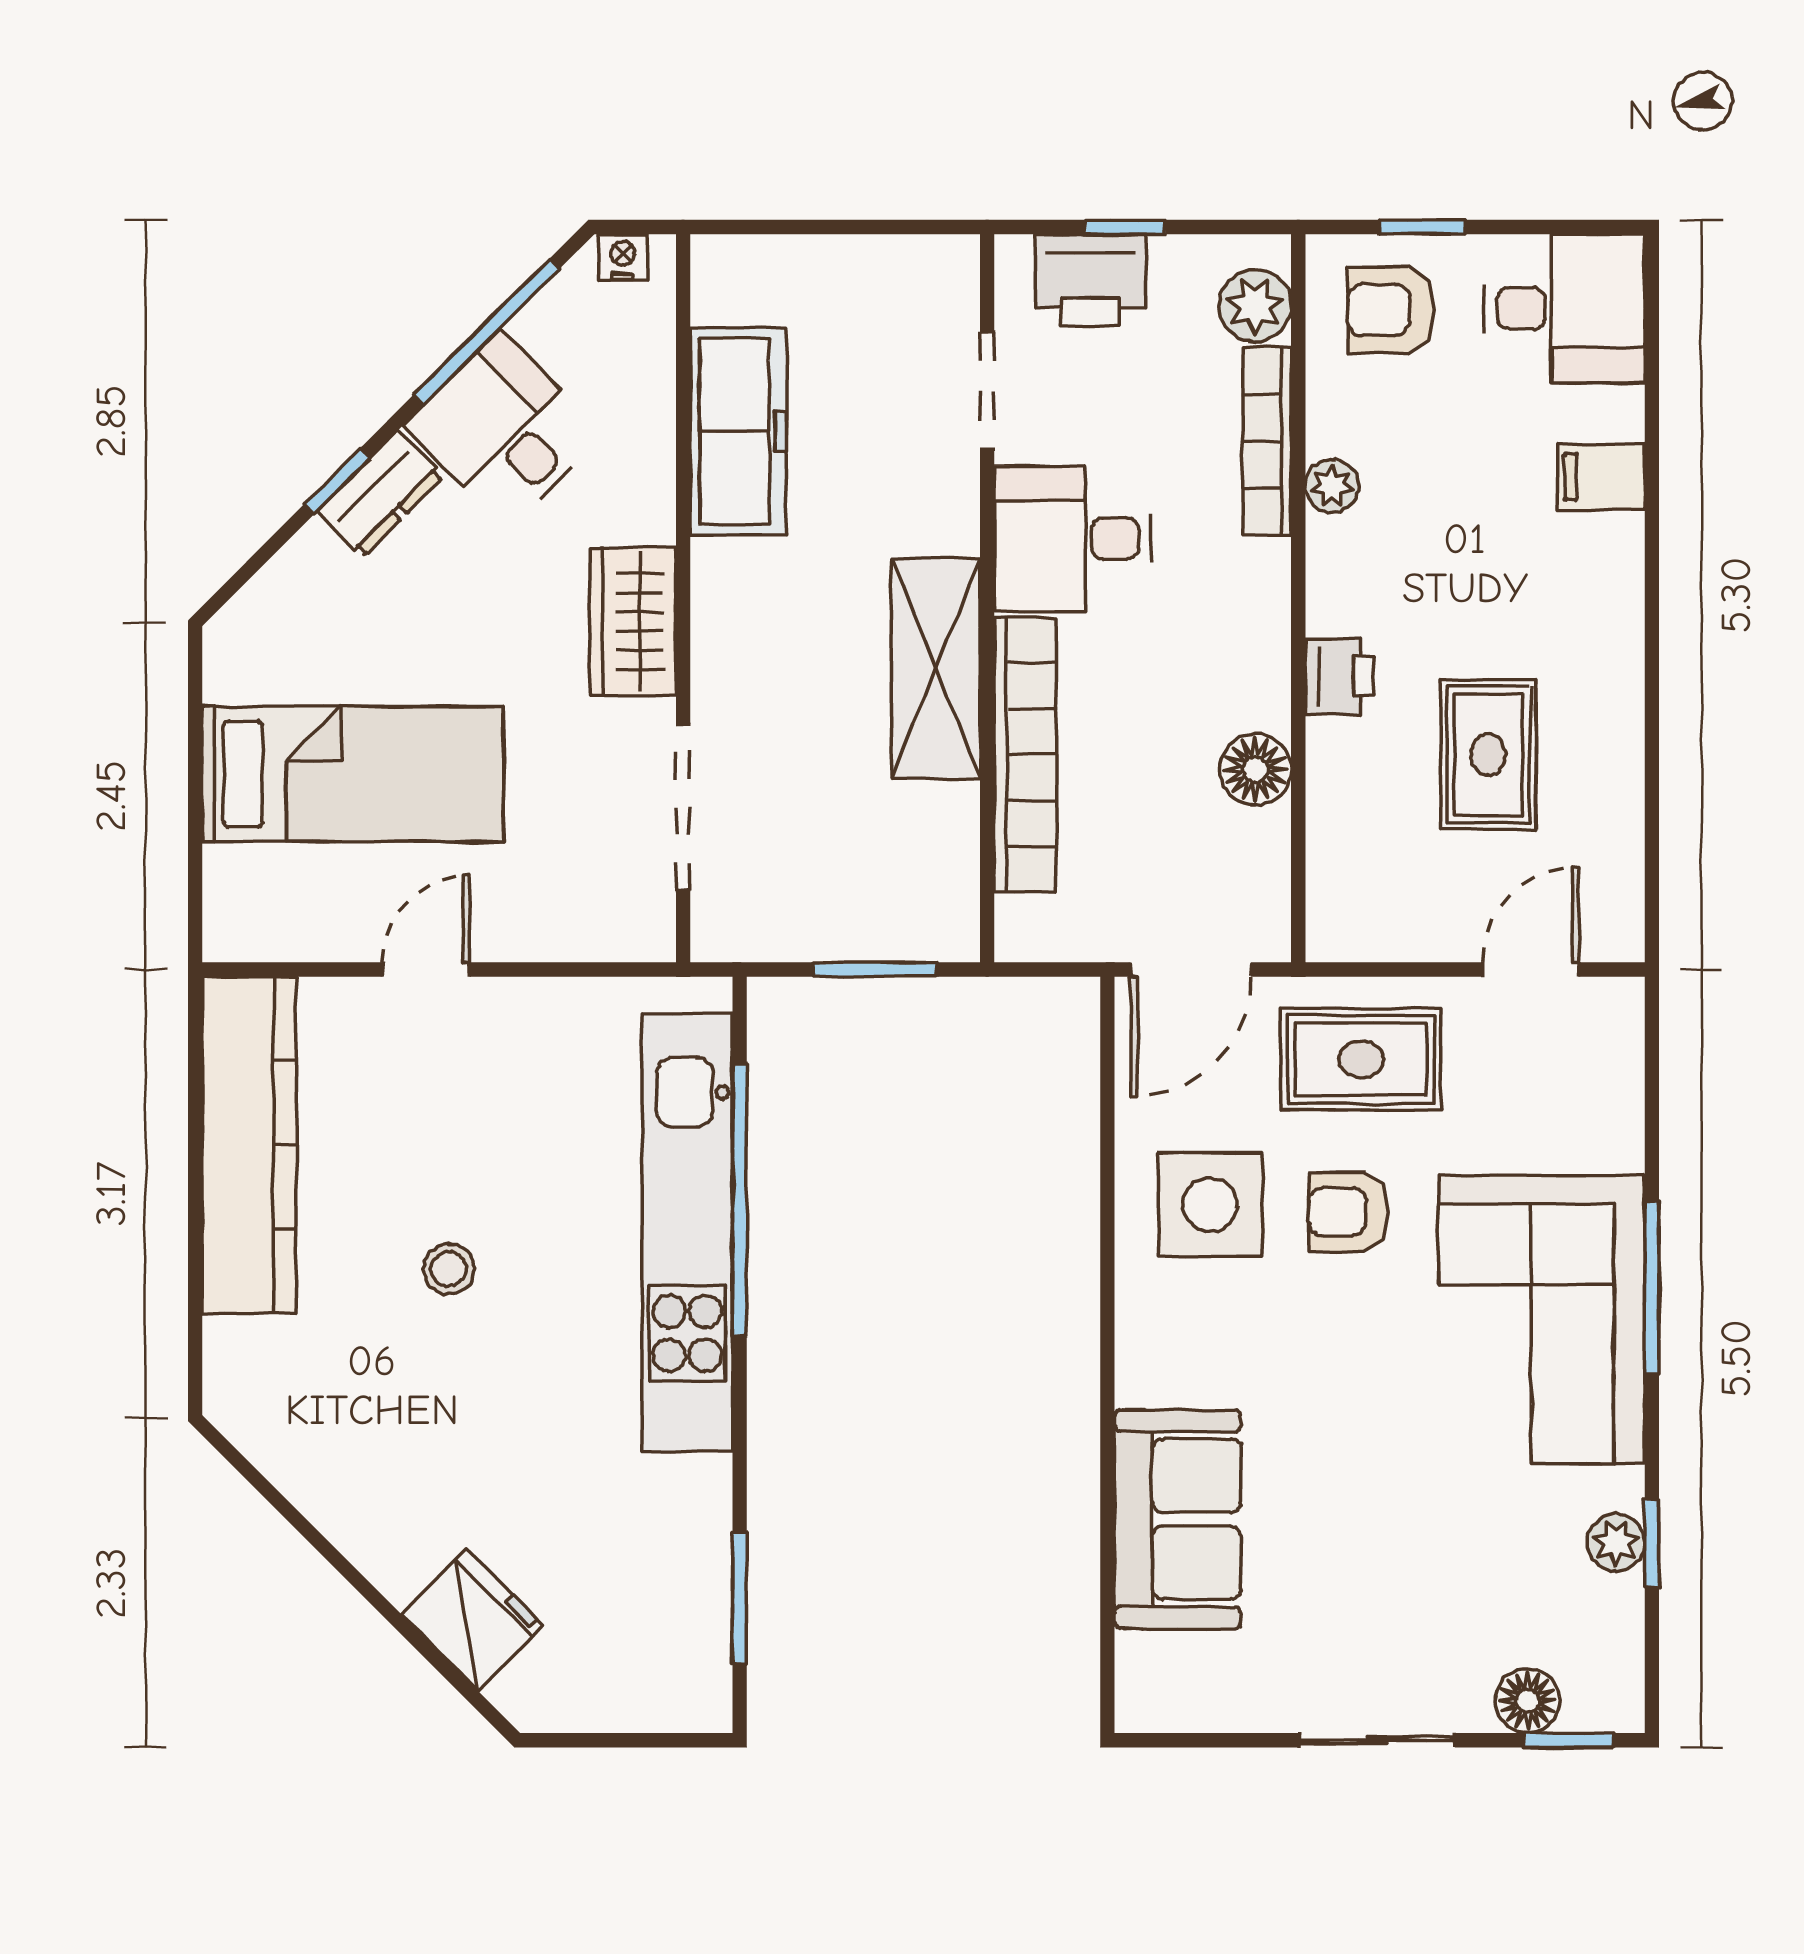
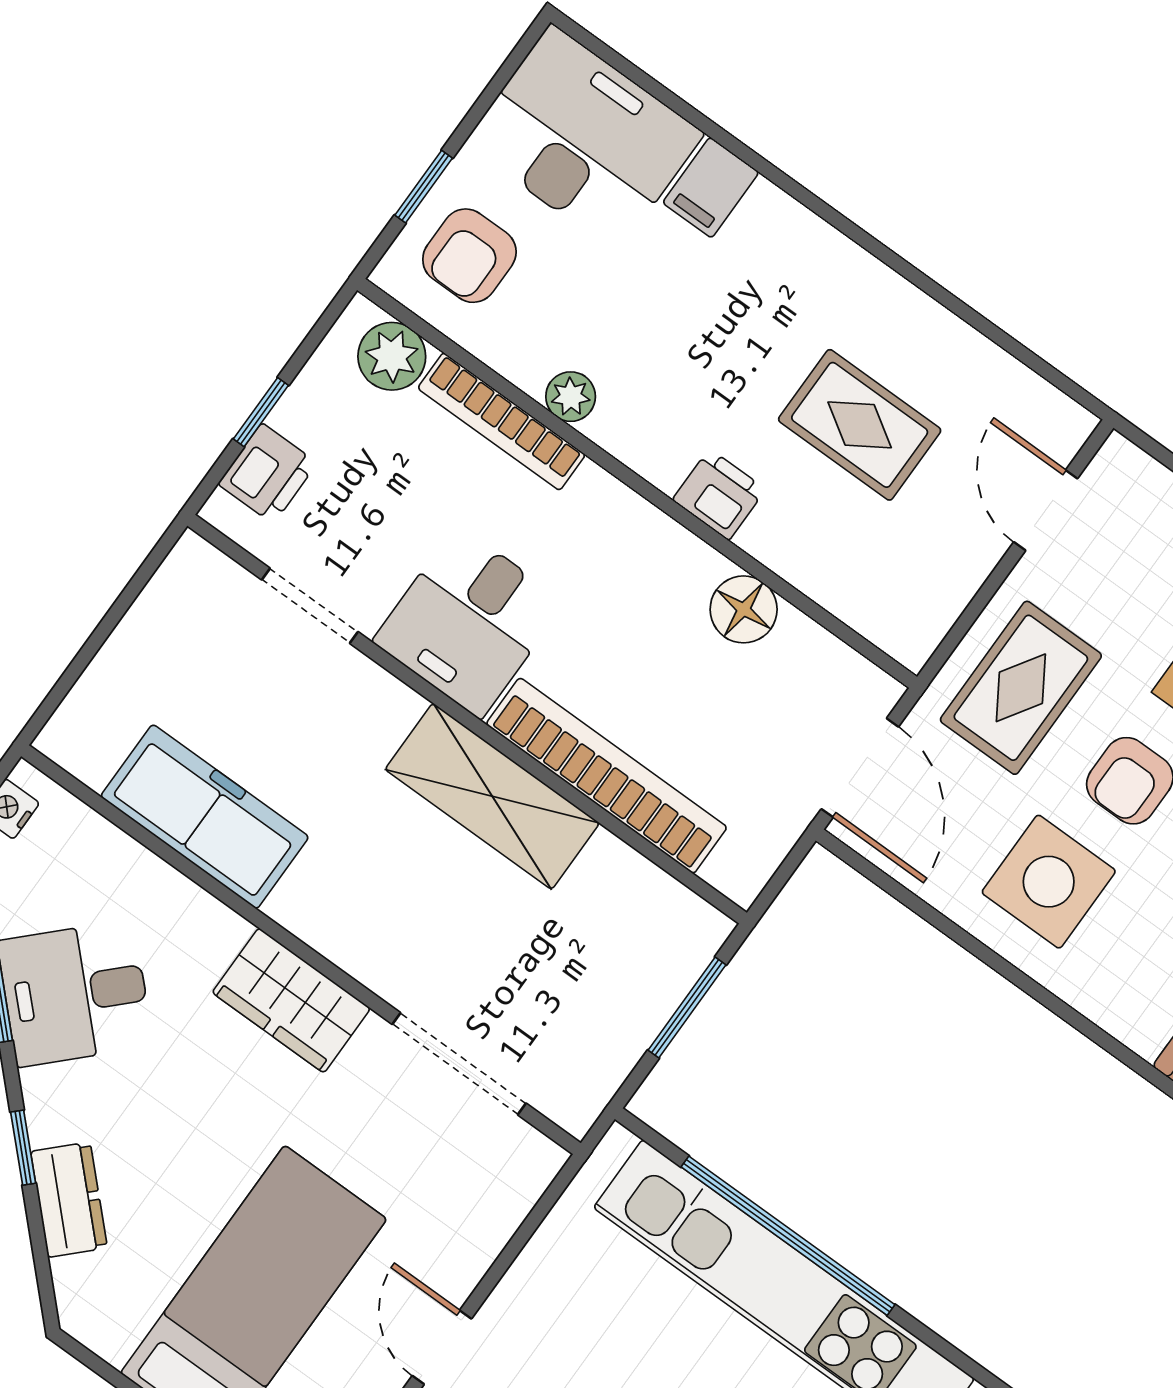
printer: (1090, 280) -> (268, 473), width x0.73, depth x0.81
desk: (1564, 309) -> (584, 138), width x1.37
dresser: (381, 494) -> (69, 1200), moved

